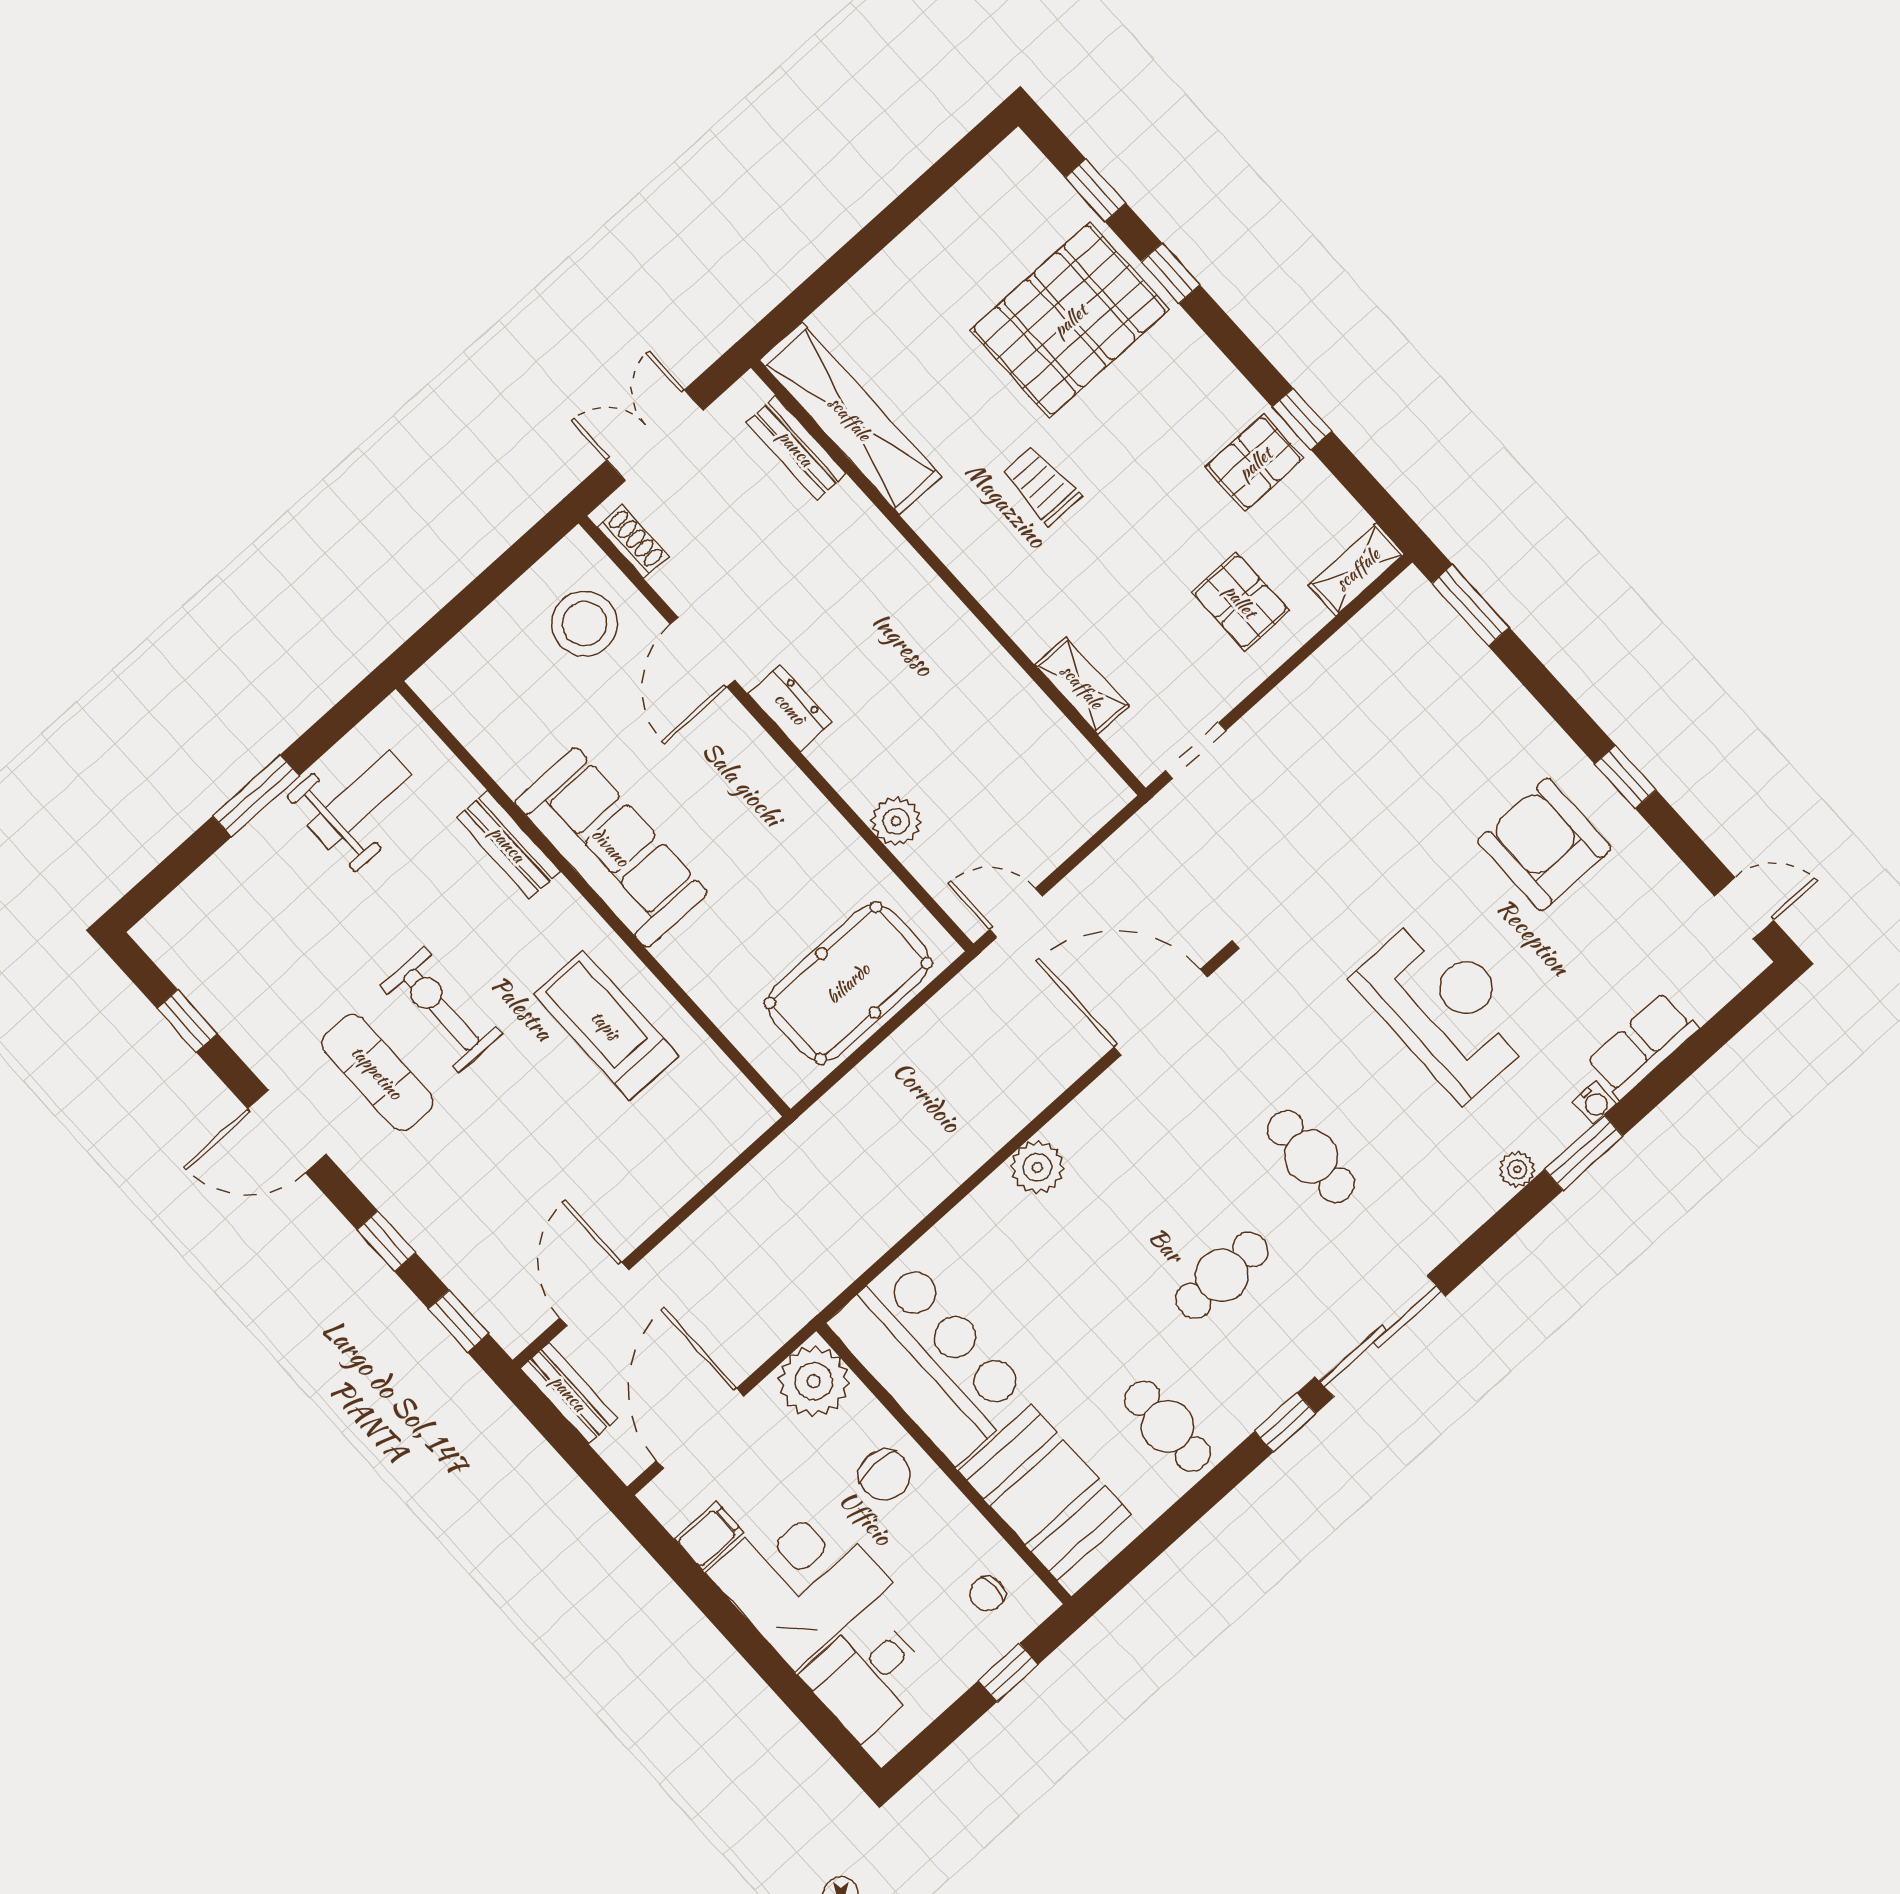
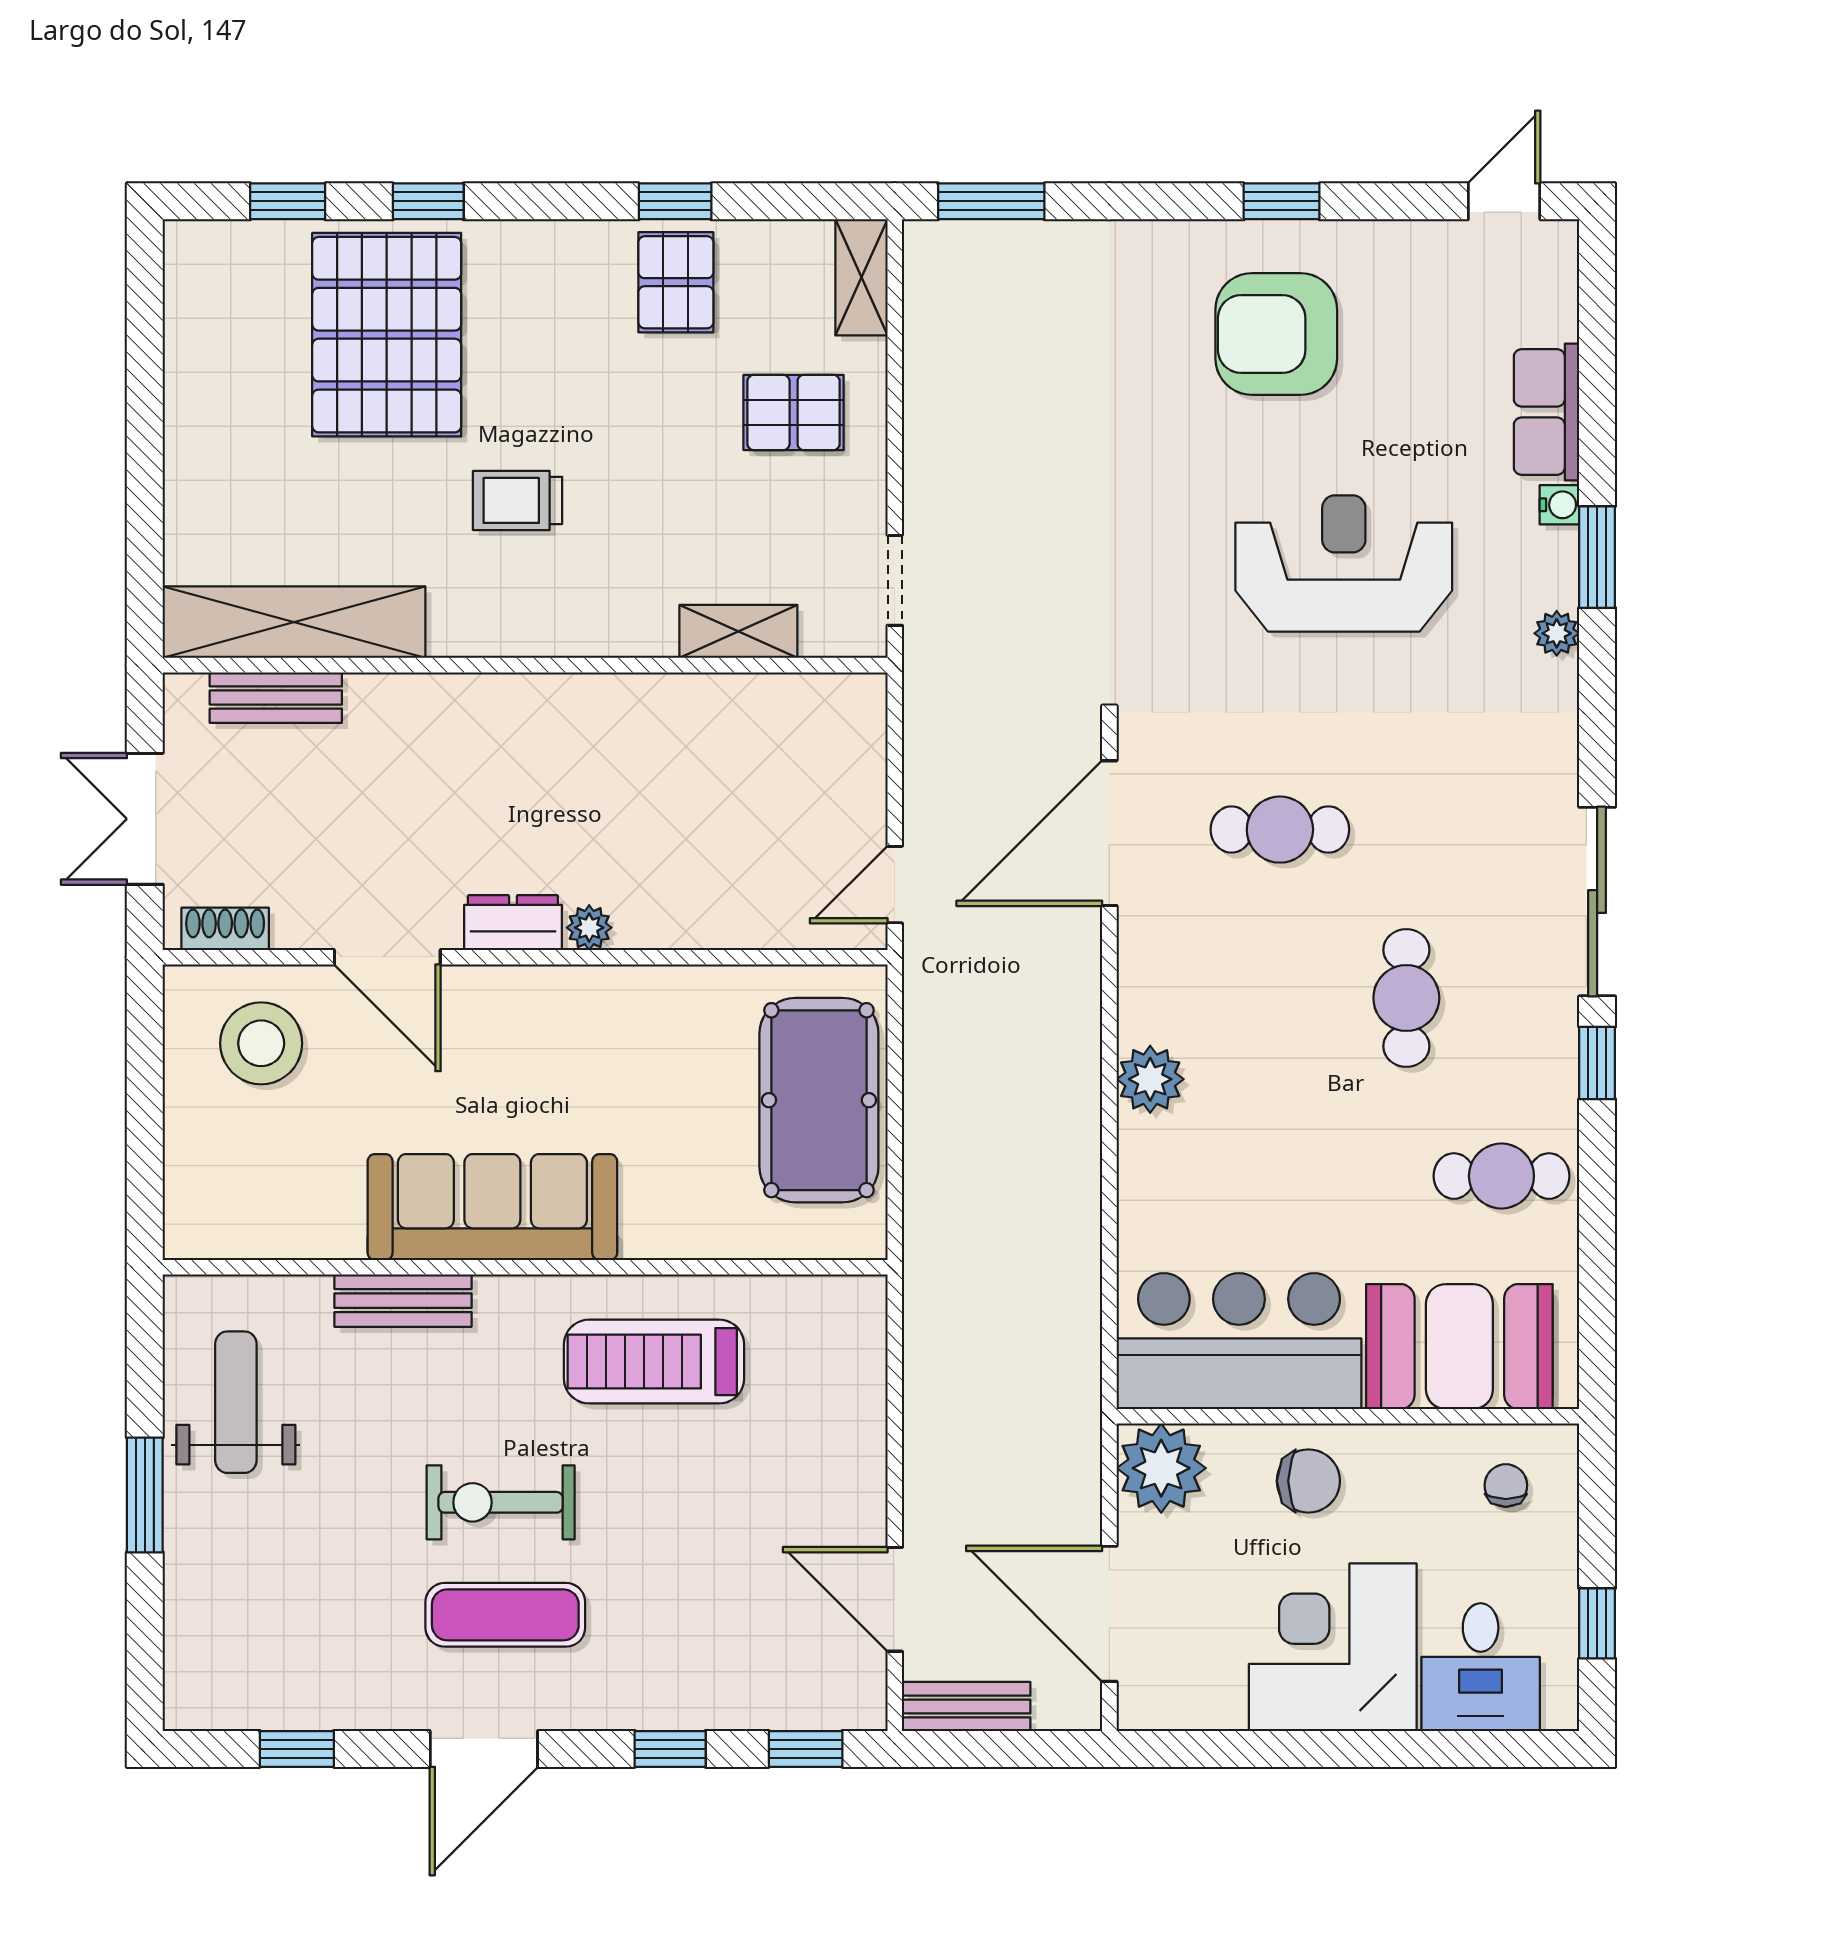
plant: (896, 821) -> (589, 928), moved, width x0.73, depth x0.73
cafe table: (1311, 1157) -> (1280, 830), moved
filing cabinet: (709, 1536) -> (1217, 1696), removed
chair: (987, 1594) -> (1506, 1485), turned 180
window: (1008, 1673) -> (1597, 1623), moved

